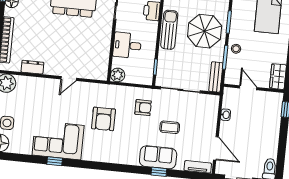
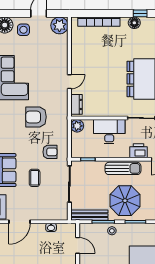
desk: (127, 45) -> (109, 132), width x1.37
dresser: (32, 67) -> (76, 104), moved
bench: (216, 77) -> (89, 215), width x1.36
door: (69, 79) -> (69, 82), swing flipped
door: (248, 88) -> (78, 245), hinge flipped
armchair: (143, 108) -> (50, 152), turned -90

